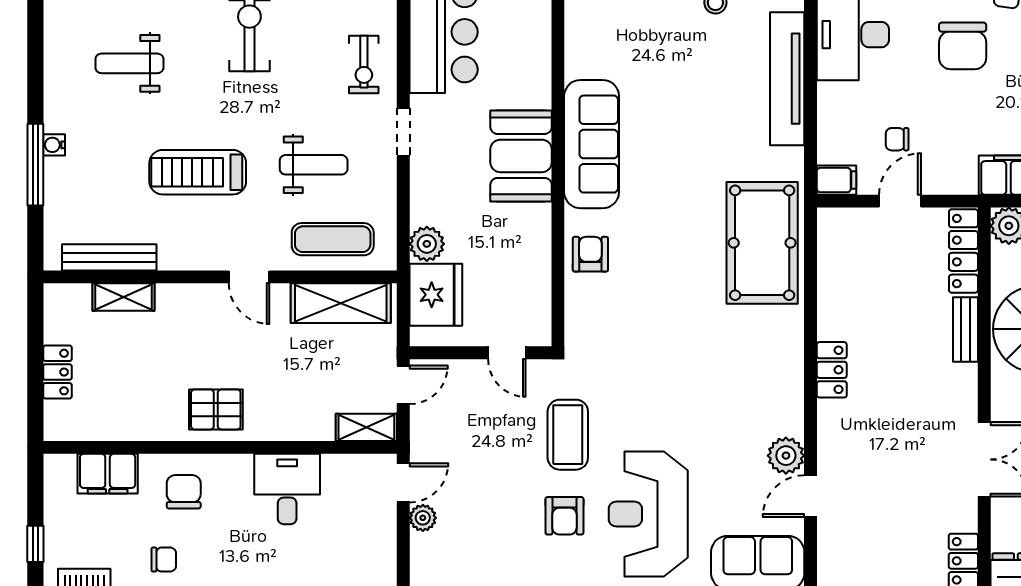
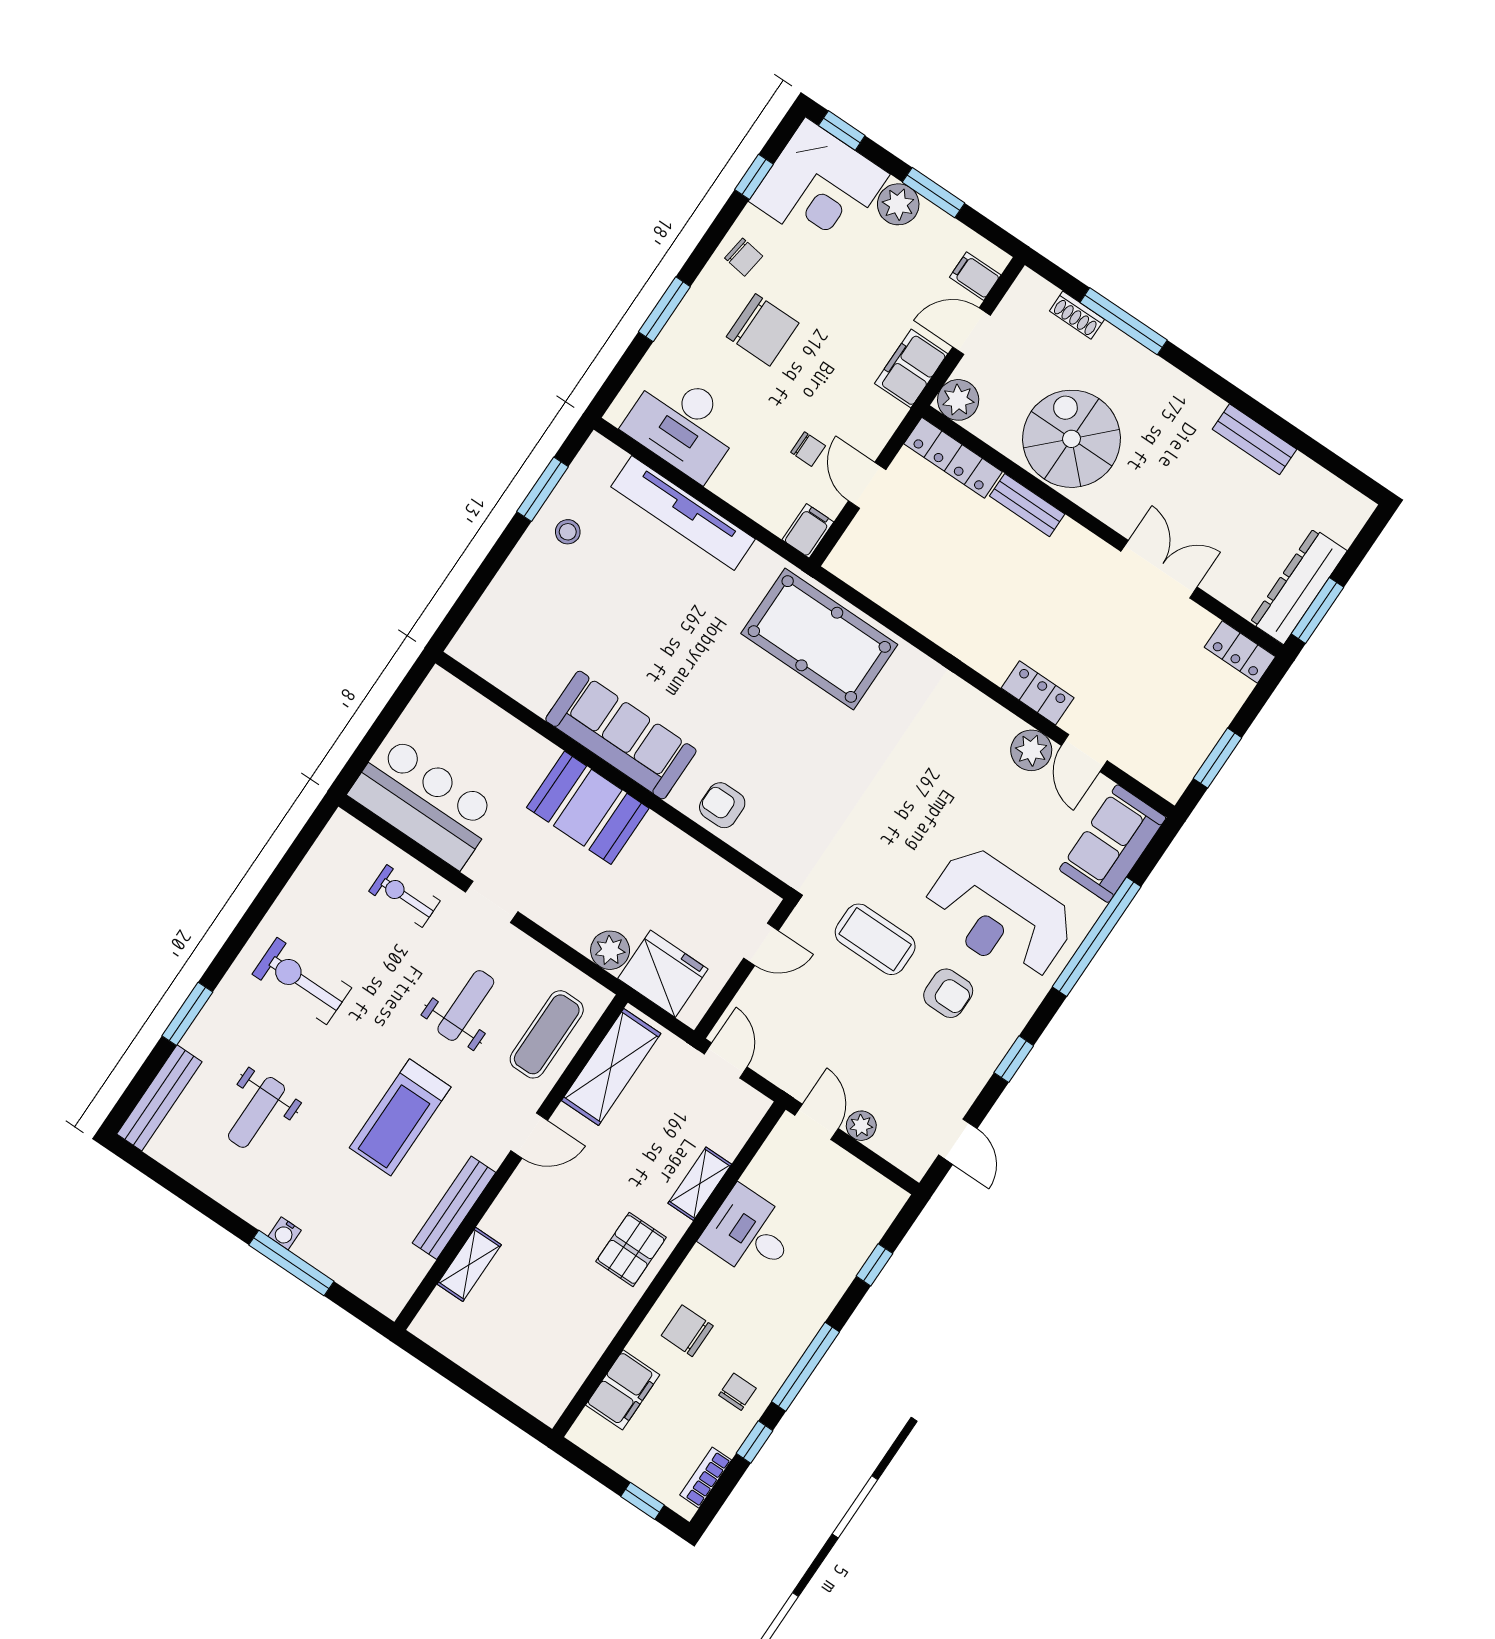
exercise bike: (364, 65) -> (405, 896), turned 180
chair: (897, 139) -> (808, 449), turned -90
bench: (109, 257) -> (454, 1208), moved
locker: (832, 370) -> (1038, 693), moved
locker: (57, 372) -> (497, 1373), removed
shelving: (366, 427) -> (700, 1184), moved

